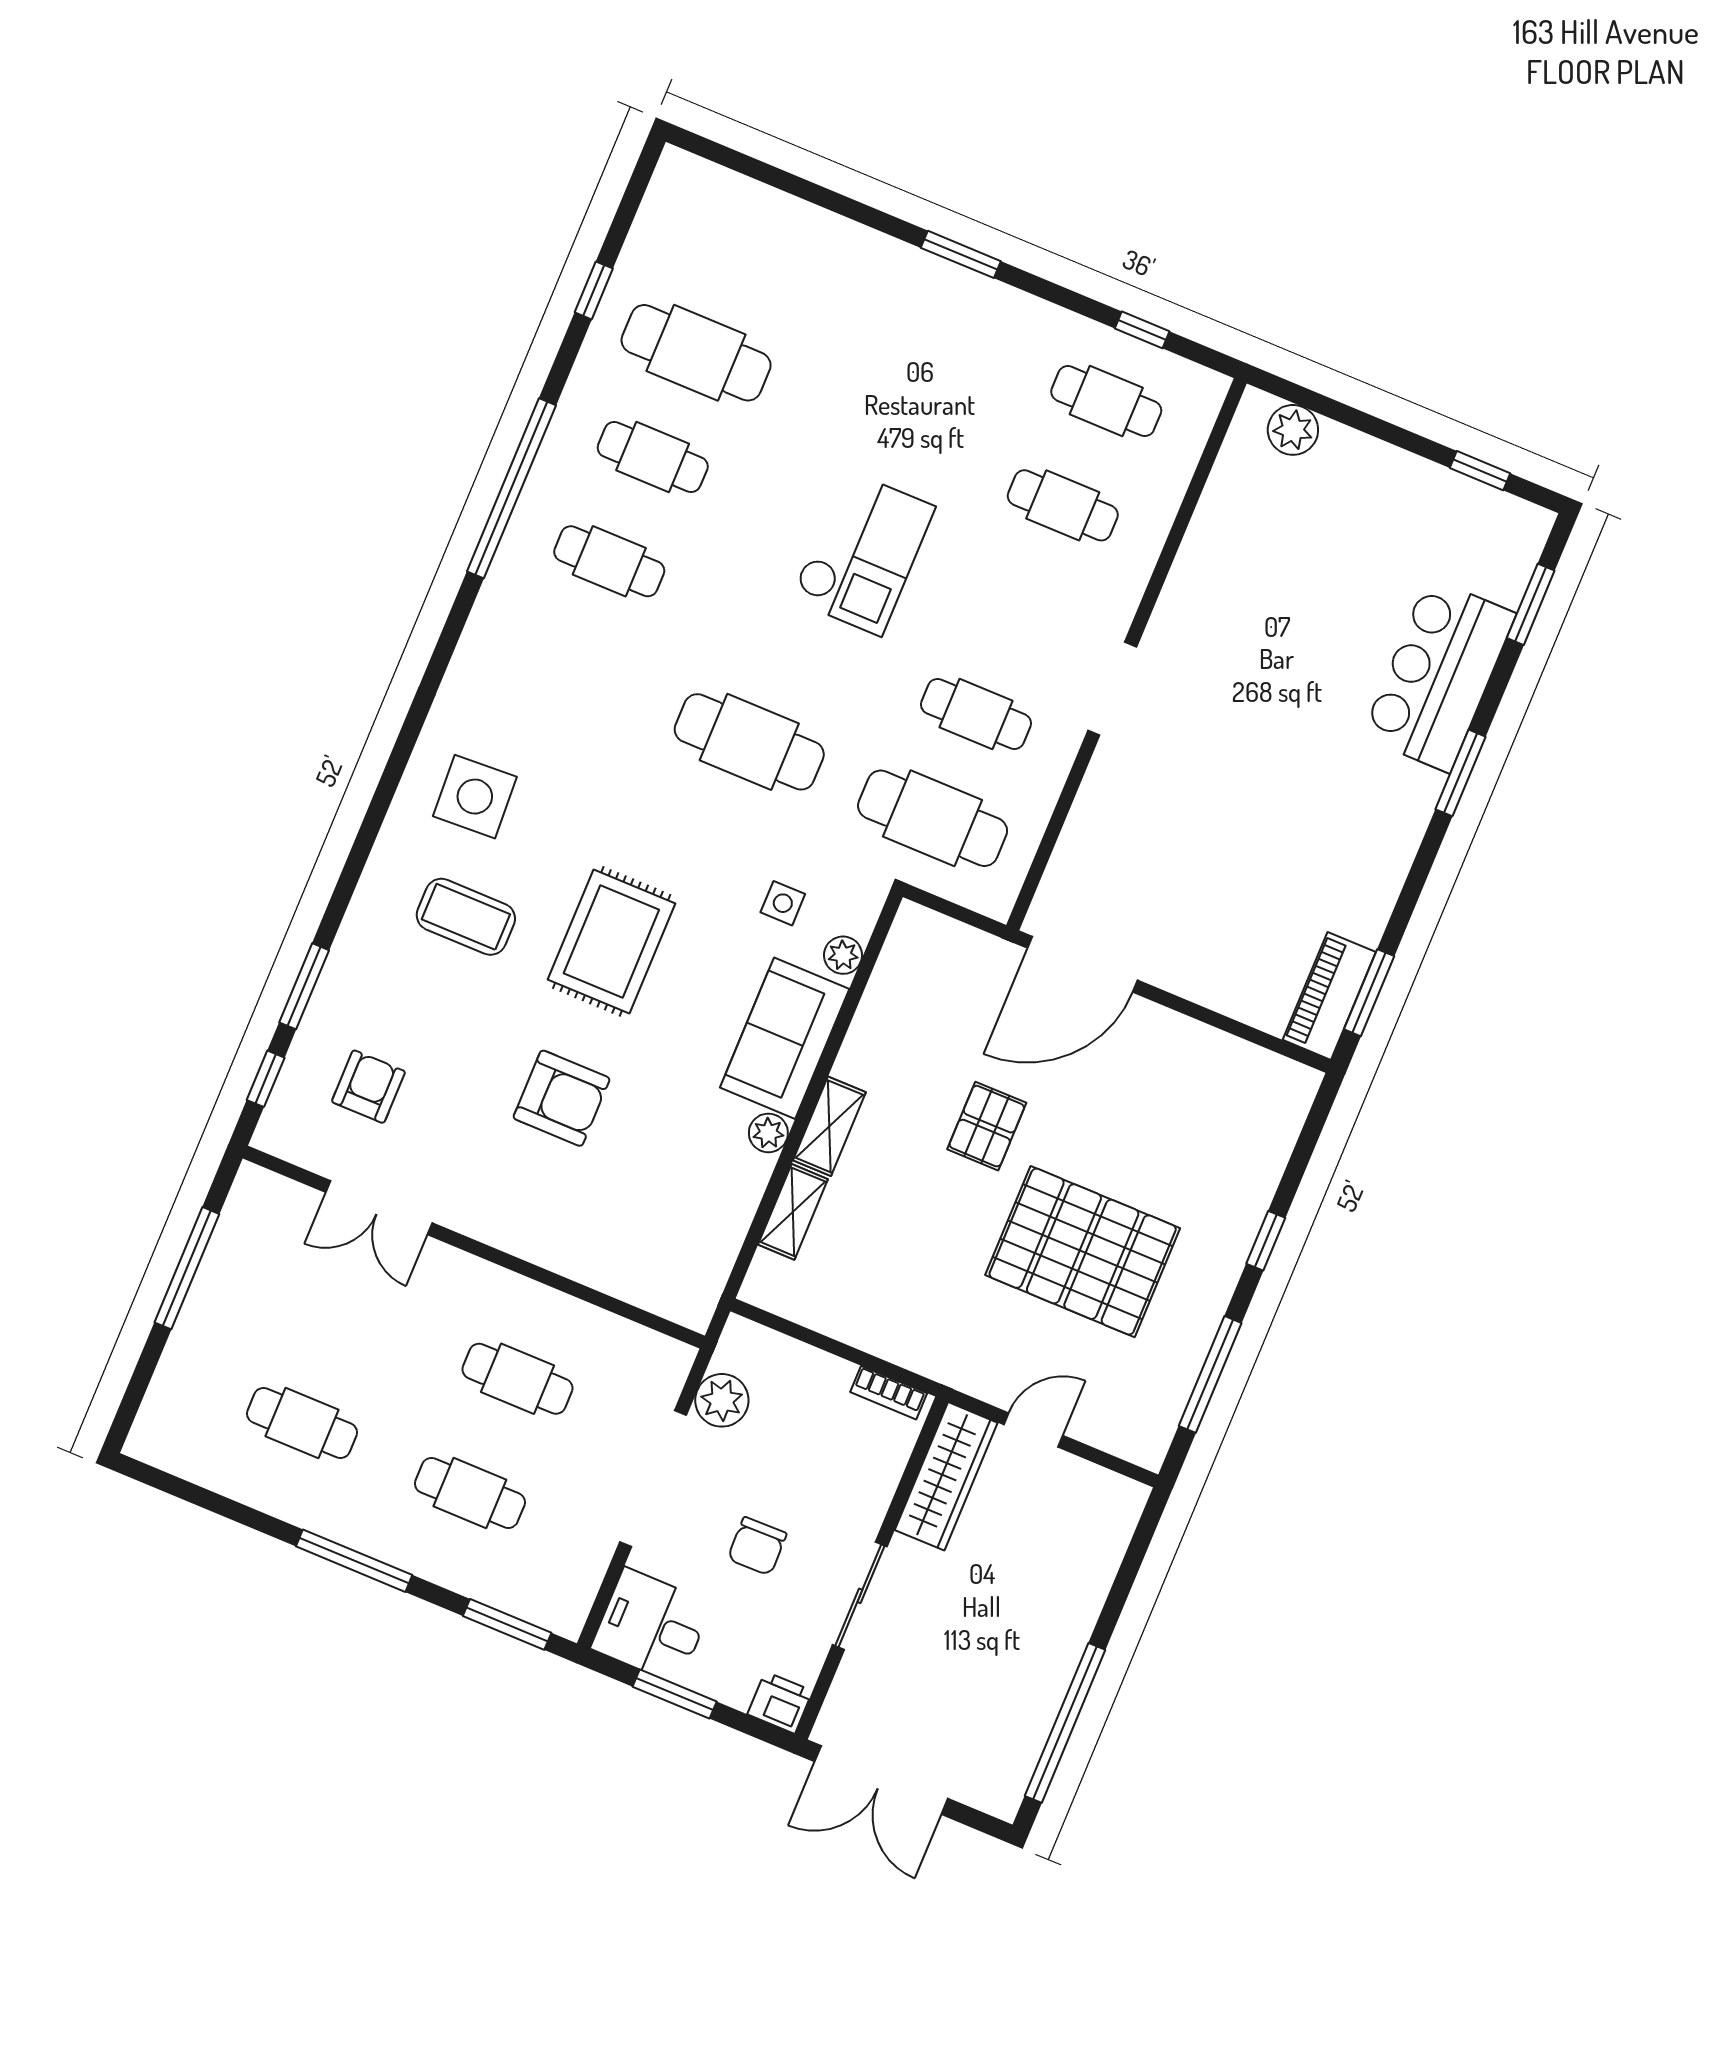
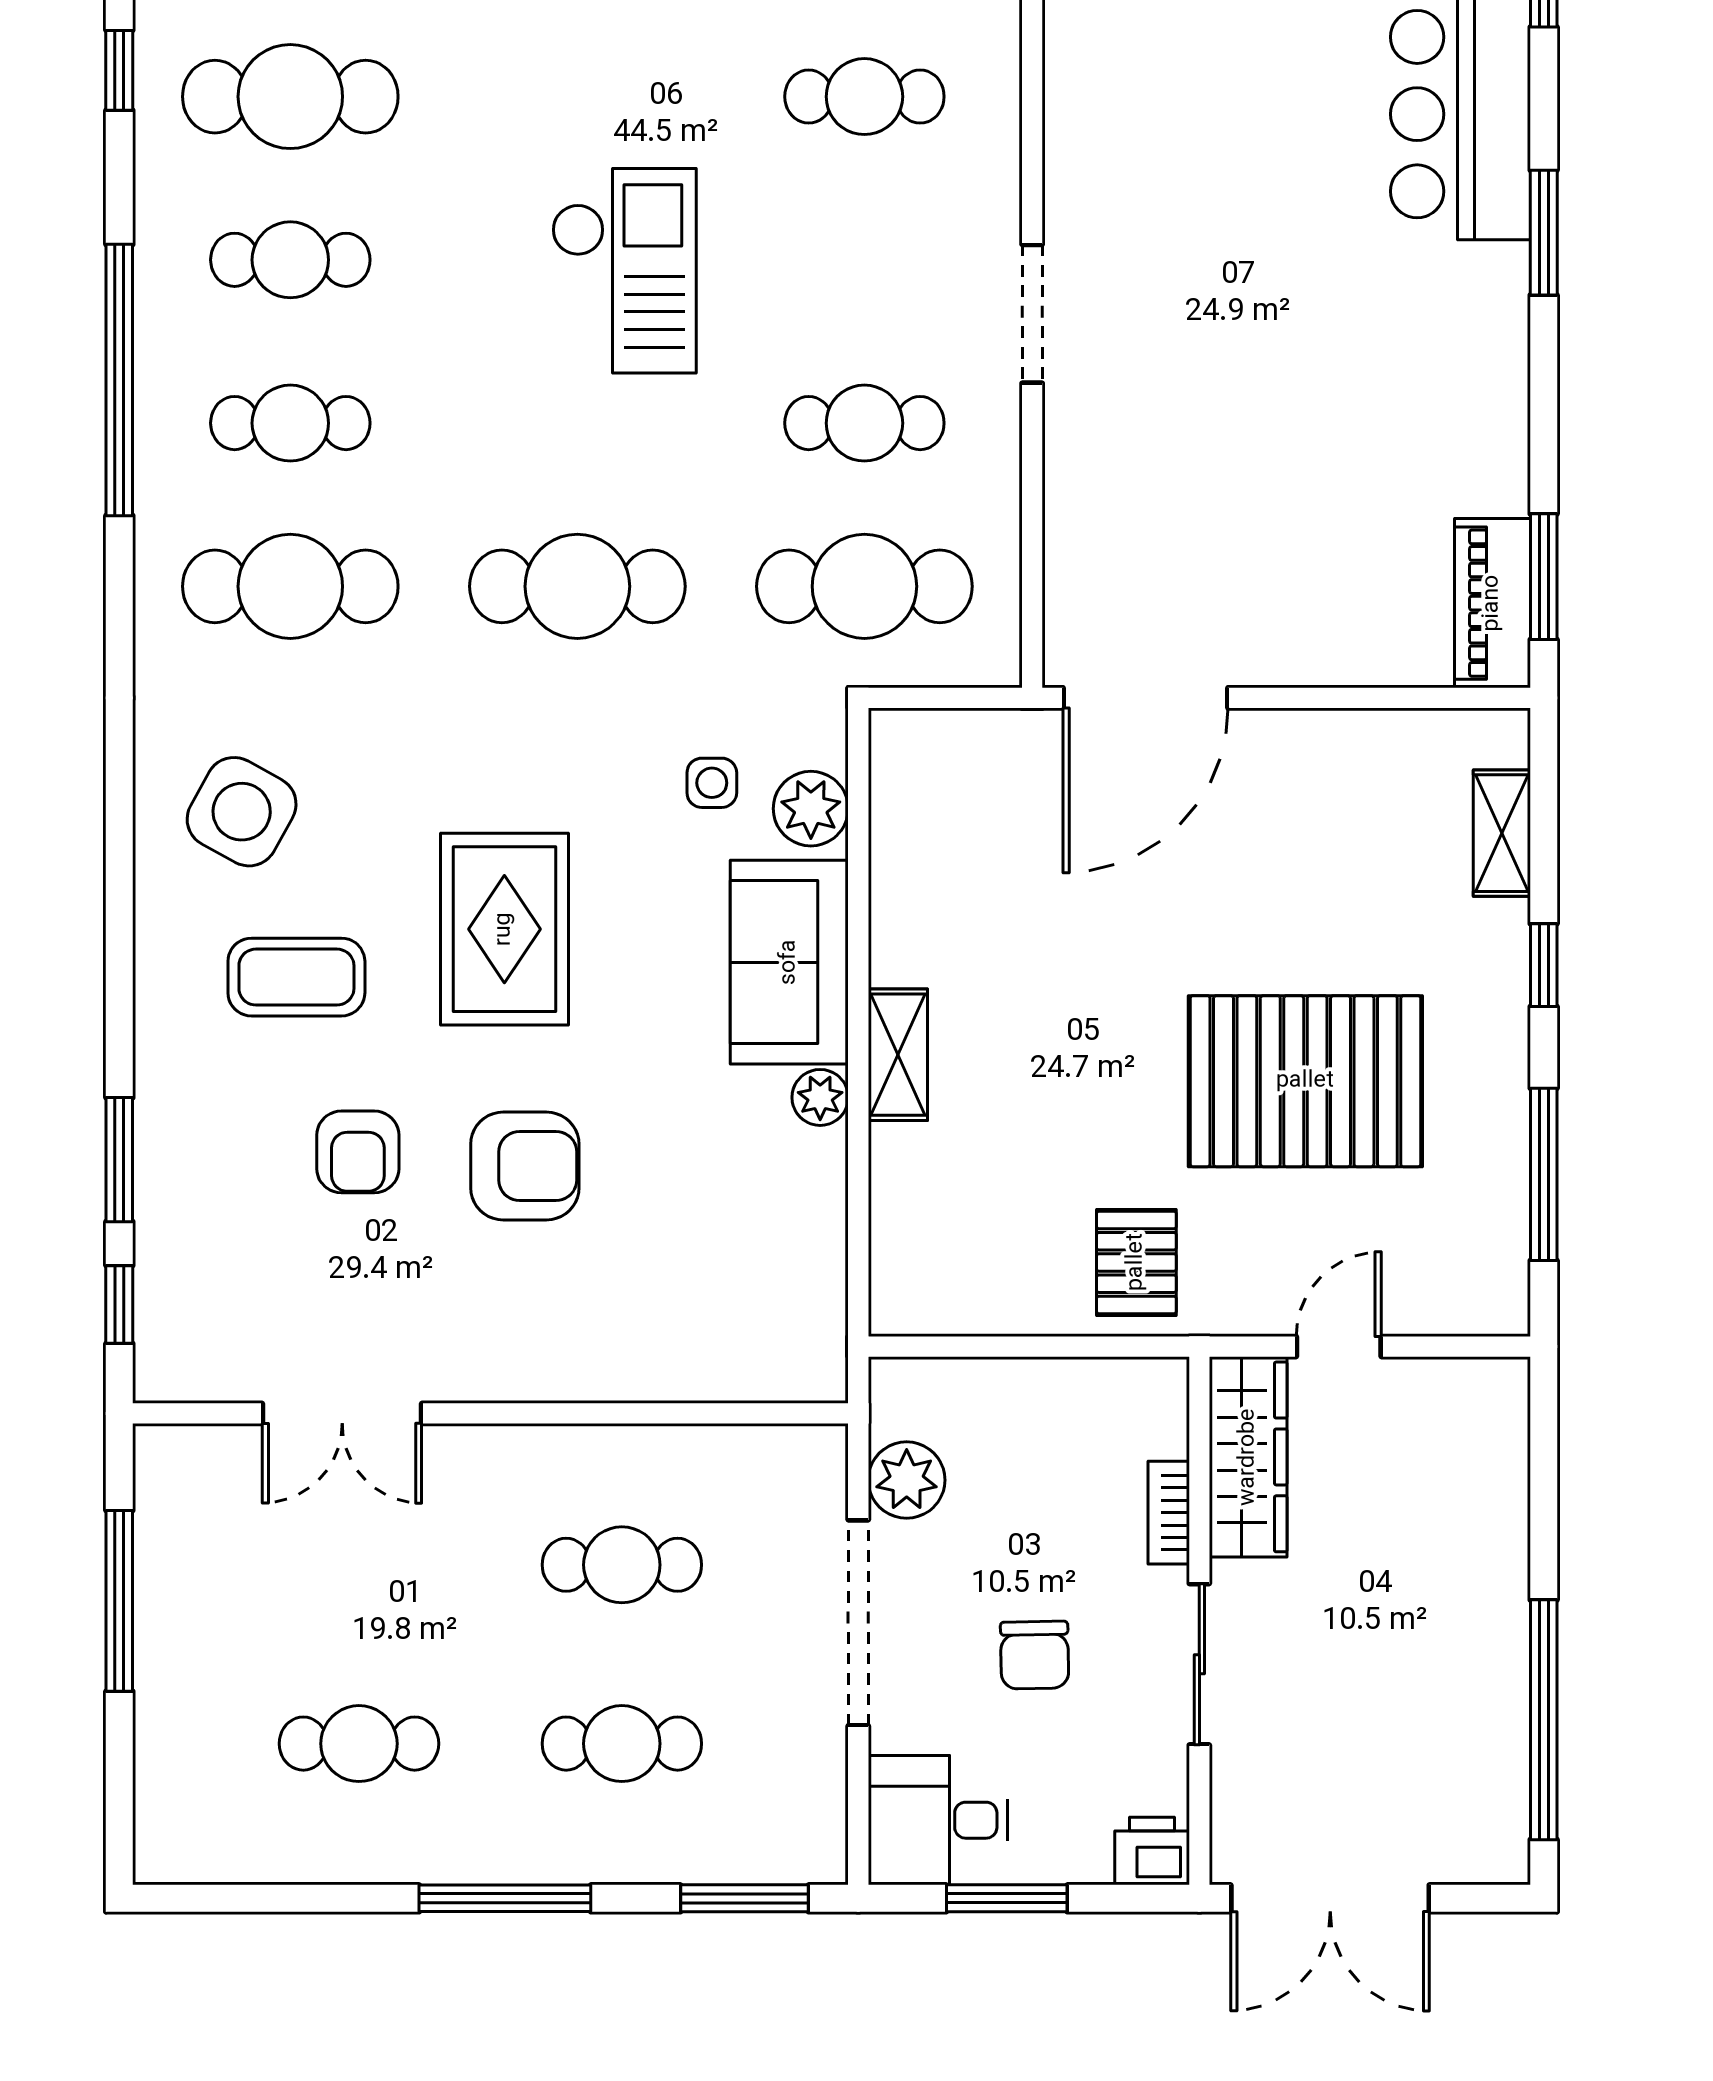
cafe table: (566, 666) -> (290, 586), added
side table: (475, 797) -> (242, 812), turned 32
plant: (843, 955) -> (811, 809), width x1.38, depth x1.38
armchair: (368, 1087) -> (358, 1152), moved, turned 180
pallet: (987, 1126) -> (1136, 1262), moved
shelving: (793, 1212) -> (1502, 833), moved
bookcase: (889, 1393) -> (1169, 1513), moved, turned 90

